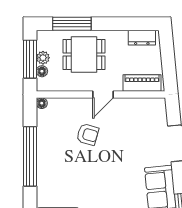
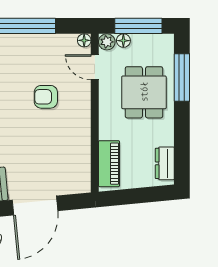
plant: (43, 58) -> (107, 42), moved
door: (103, 95) -> (95, 67), moved
armchair: (88, 134) -> (46, 97), turned 74

